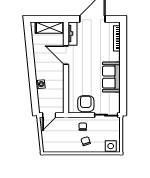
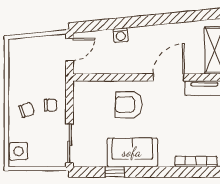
window: (123, 88) -> (115, 172), added
armchair: (86, 104) -> (129, 105), moved, turned 180
door: (49, 115) -> (70, 49), swing flipped

